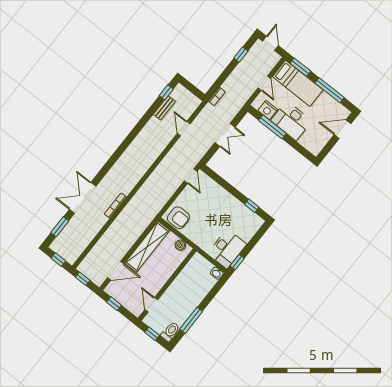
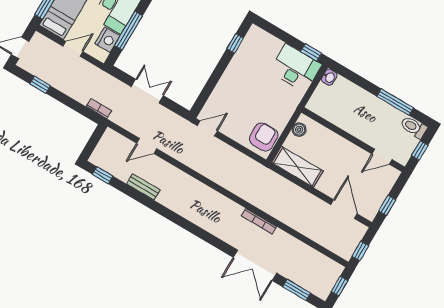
bench: (164, 108) -> (143, 187), moved
shelving: (147, 247) -> (297, 167), width x0.68

